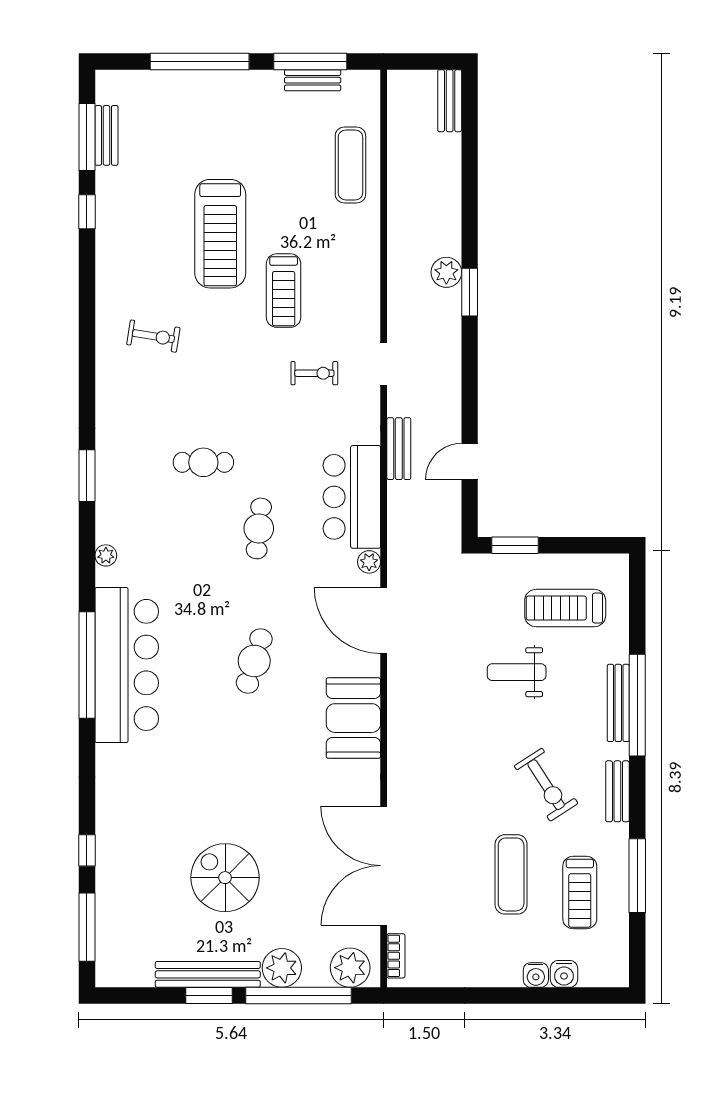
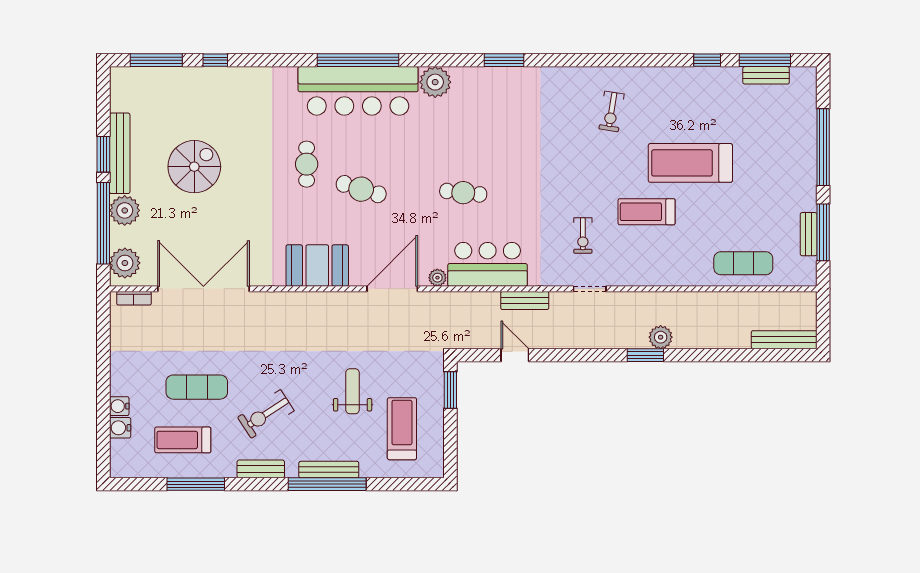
bench: (450, 101) -> (784, 340), width x1.36
cafe table: (203, 462) -> (307, 164), moved
plant: (106, 555) -> (435, 82), width x1.88, depth x1.88

